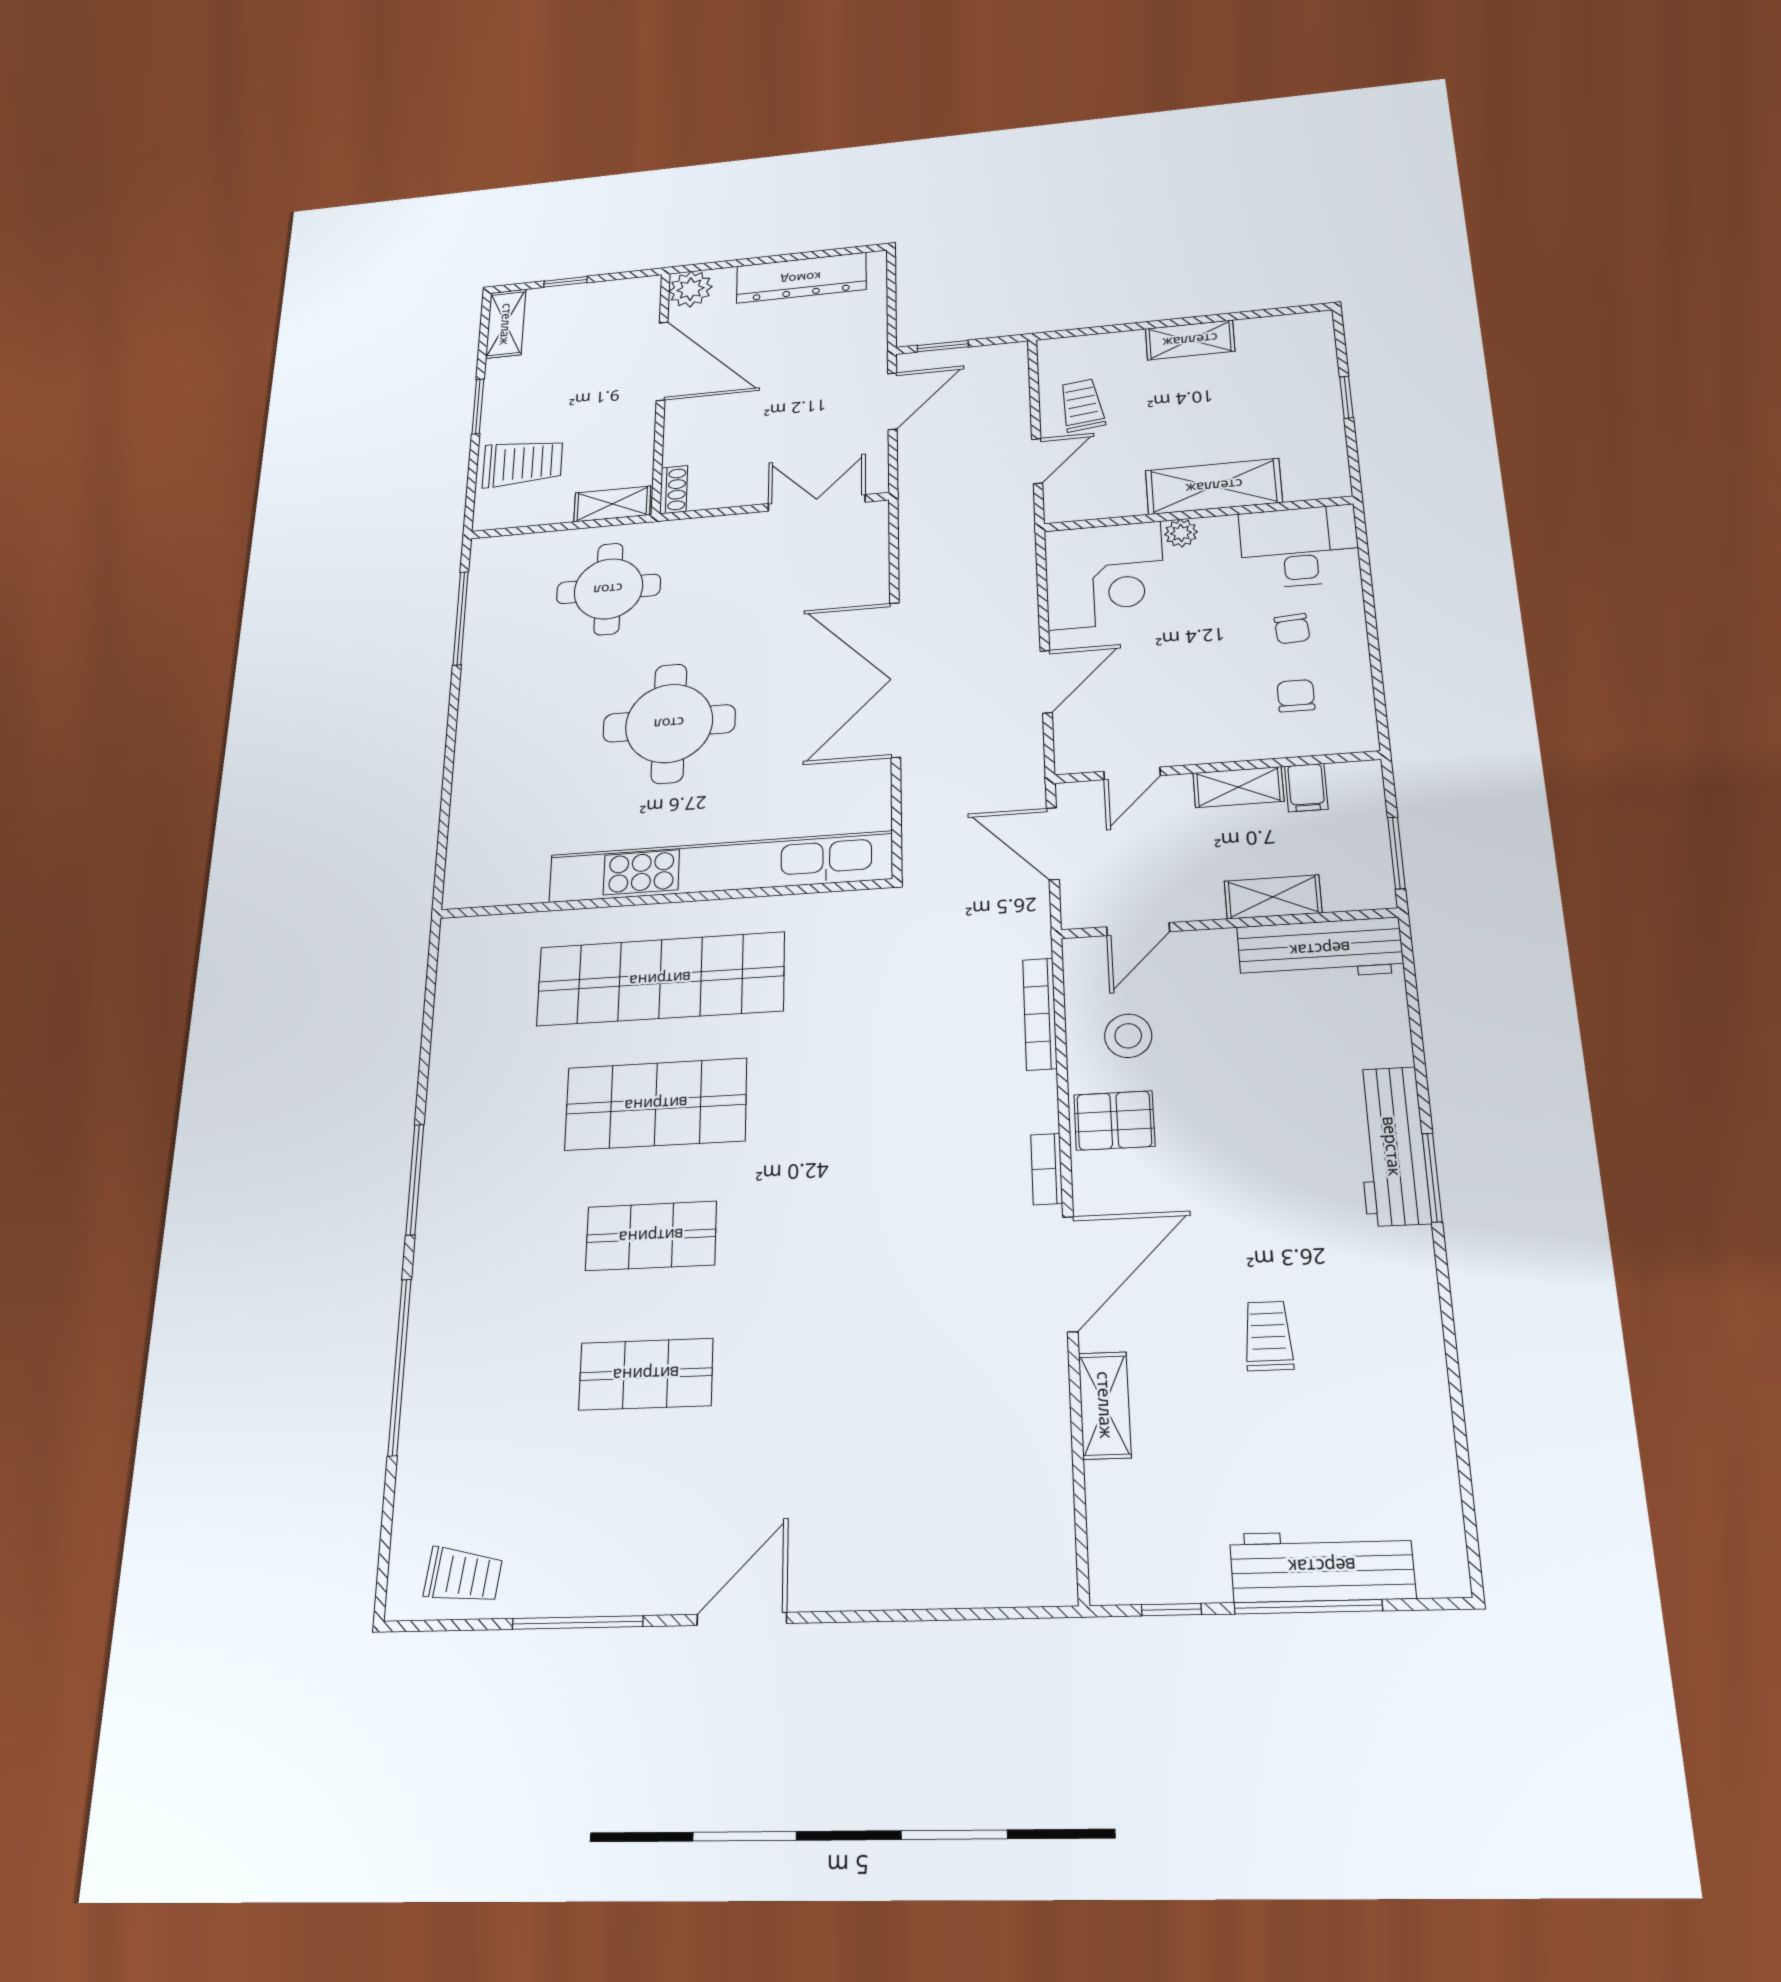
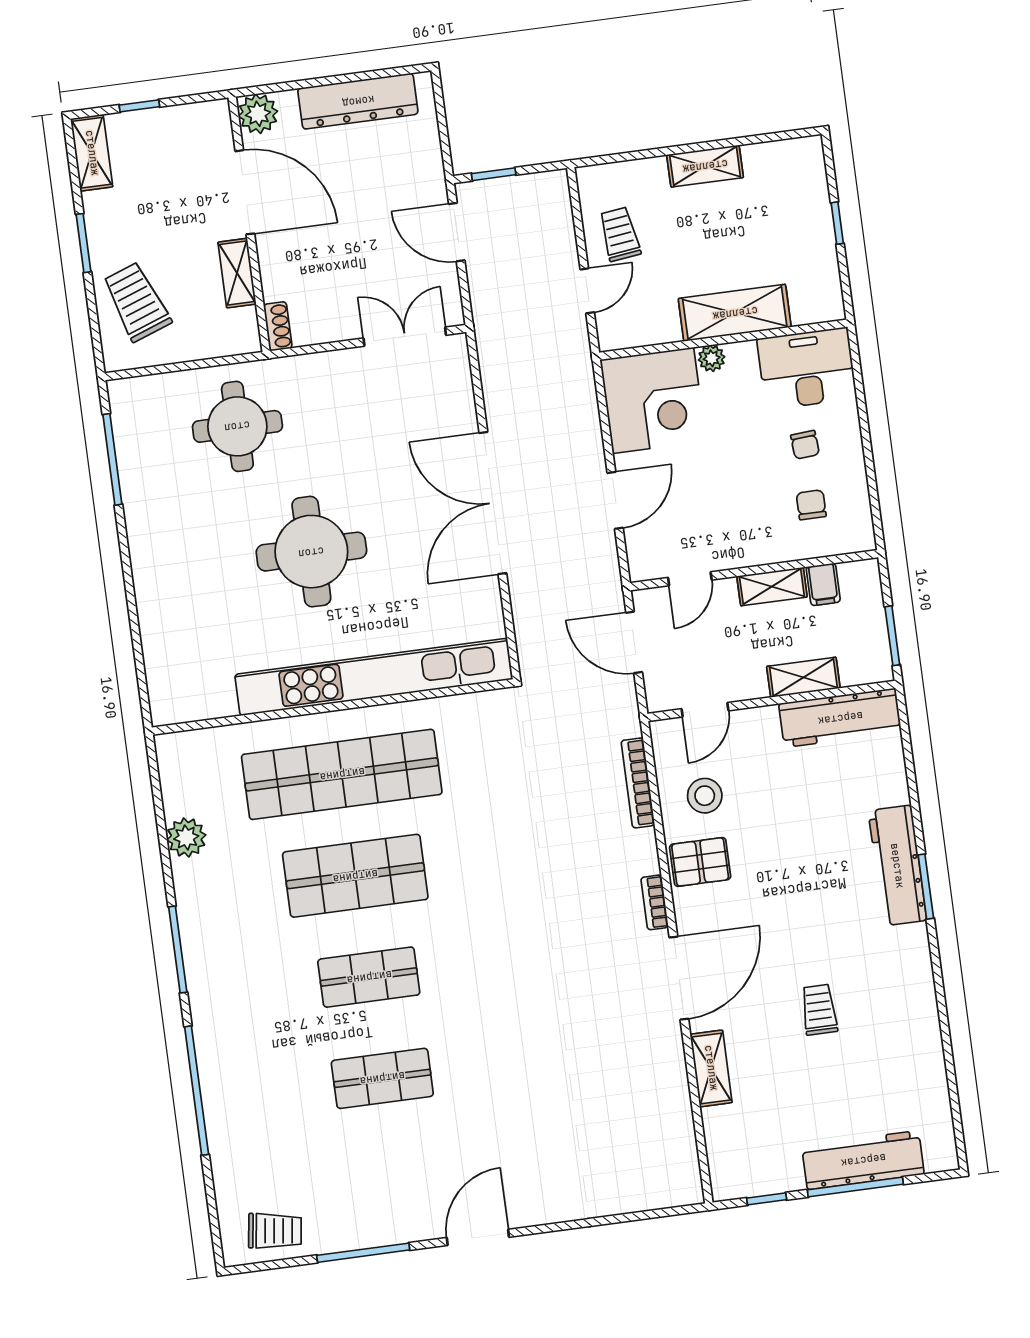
door: (892, 401) -> (457, 232), swing flipped
trolley: (523, 463) -> (137, 302), turned -110
shelving: (612, 504) -> (237, 273), moved, turned 90
plant: (455, 1042) -> (186, 837), added

